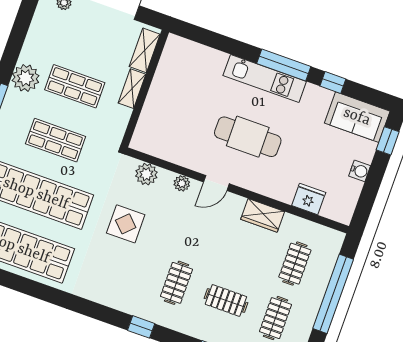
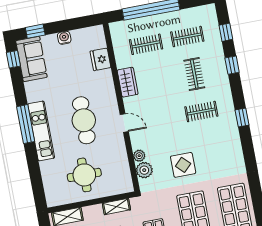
window: (333, 83) -> (13, 59), moved
shelving: (132, 89) -> (116, 206), moved
round table: (182, 99) -> (84, 175), added
plant: (182, 183) -> (139, 156), moved

